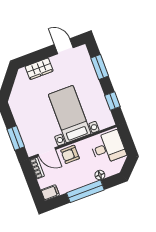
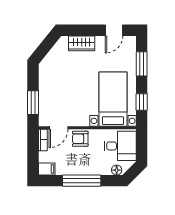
door: (64, 46) -> (114, 30), swing flipped
bed with nightstands: (70, 114) -> (113, 99), moved
door: (47, 152) -> (58, 128), hinge flipped
floor lamp: (100, 175) -> (117, 170), moved

